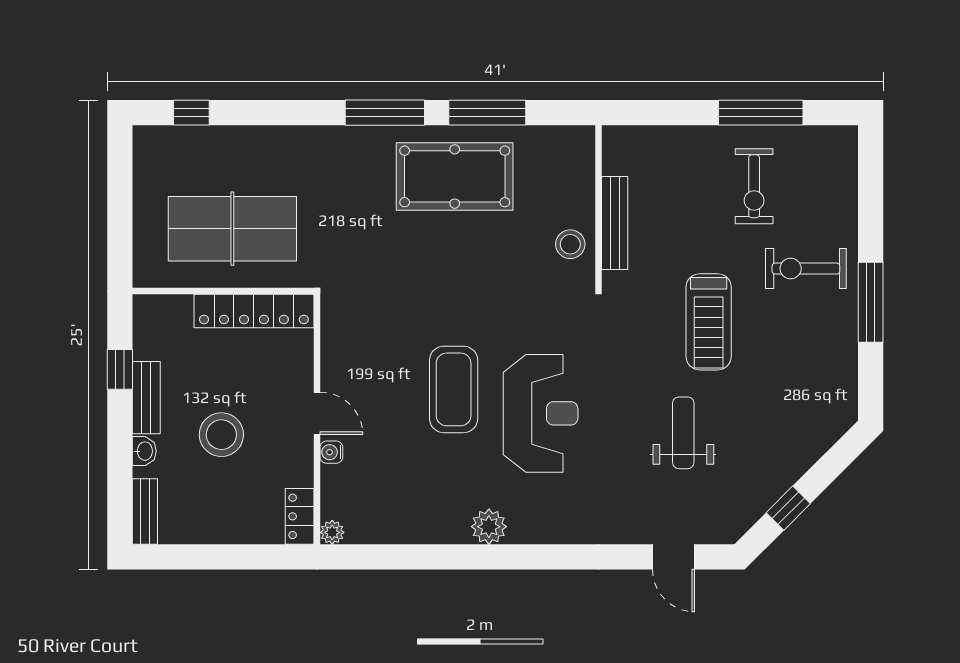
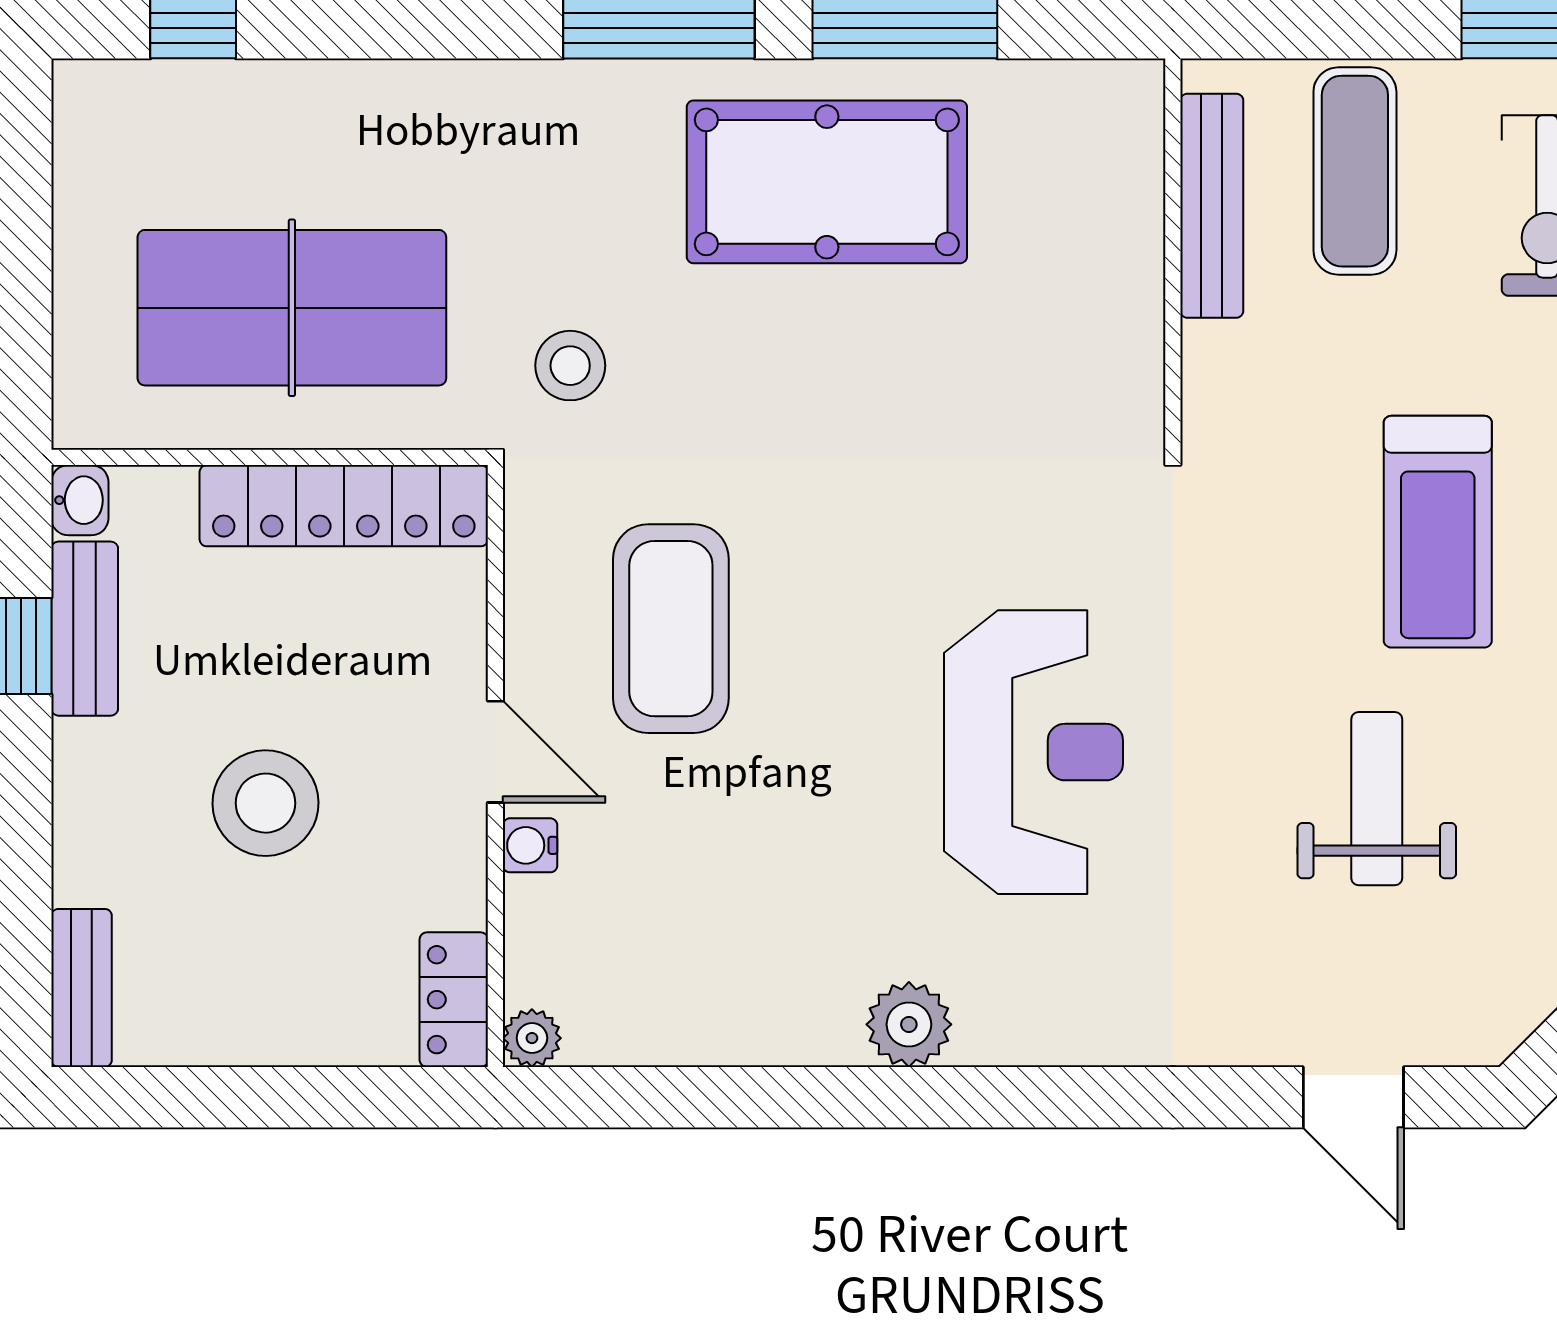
exercise mat: (674, 172) -> (1355, 171), added
bench: (615, 223) -> (1212, 206), moved
stool: (570, 244) -> (570, 366), moved
coffee table: (454, 389) -> (671, 629), moved
bench: (146, 398) -> (85, 629), moved
washbasin: (144, 451) -> (80, 500), moved

